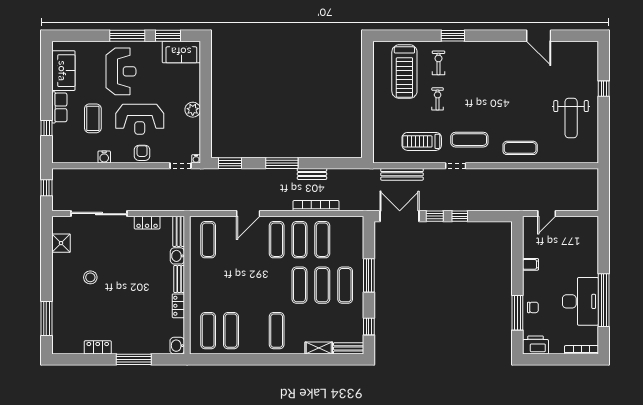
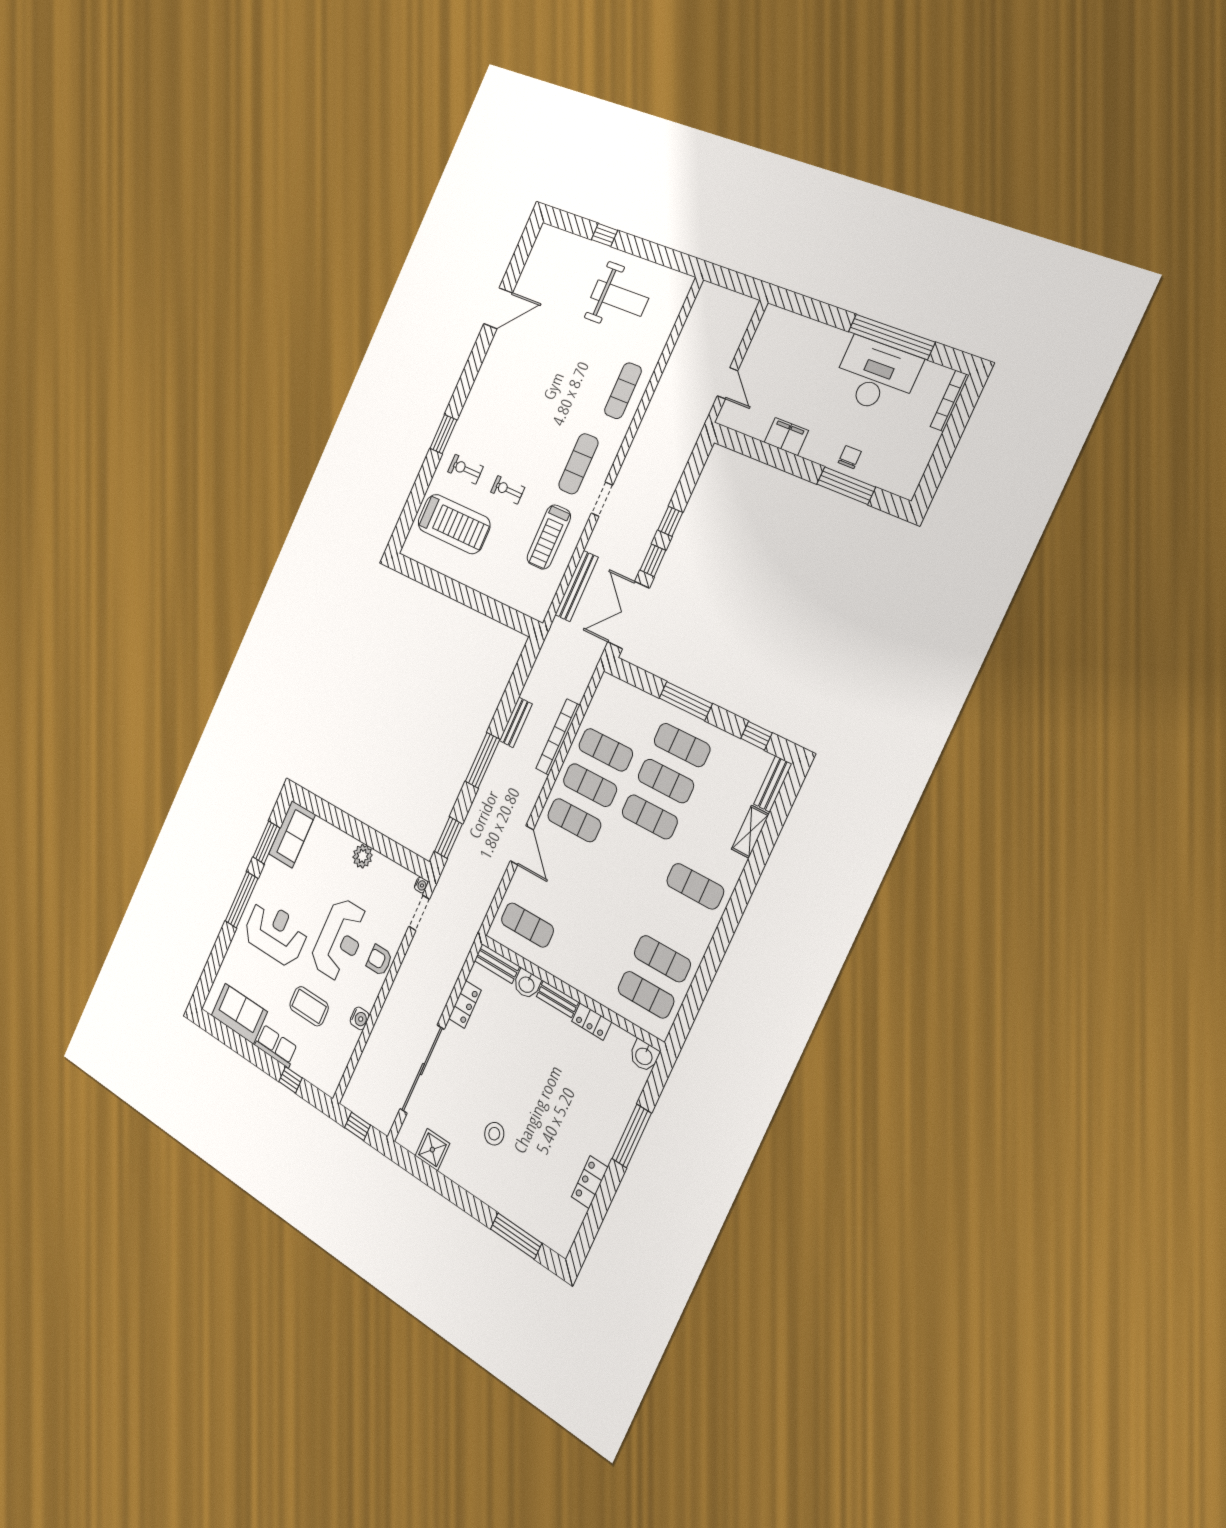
filing cabinet: (531, 264) -> (786, 436), width x2.00
printer: (536, 345) -> (907, 475), removed

